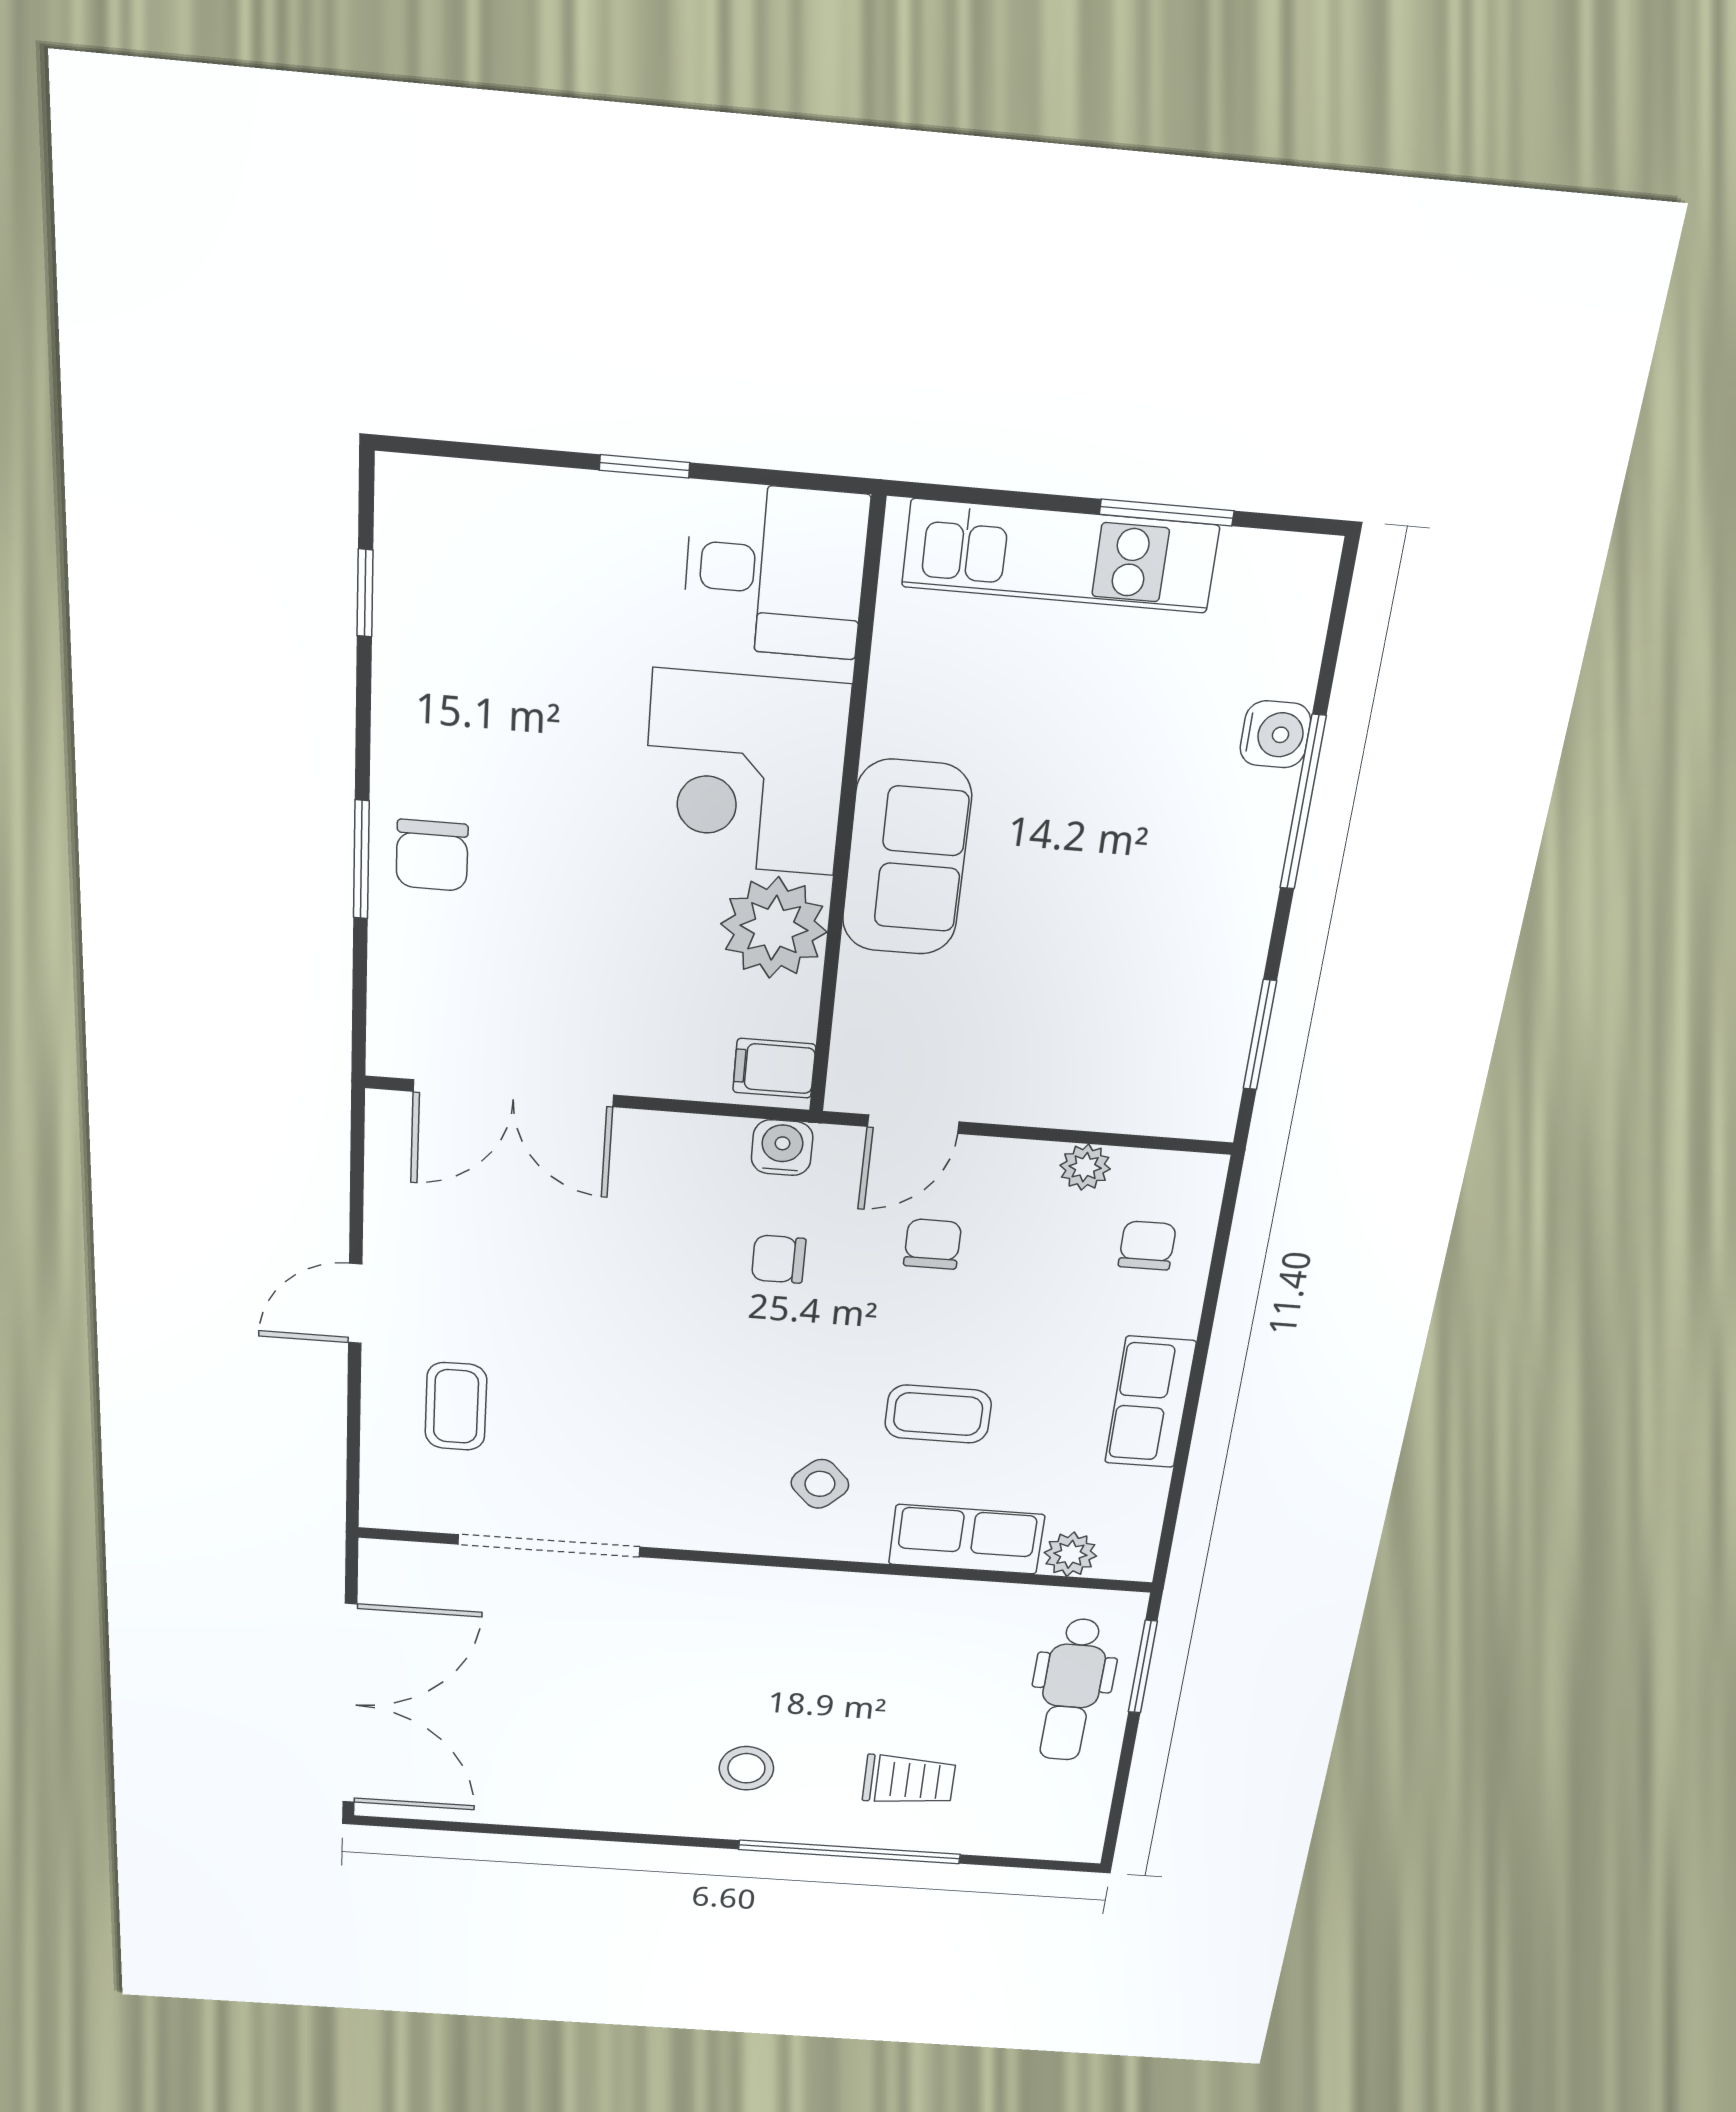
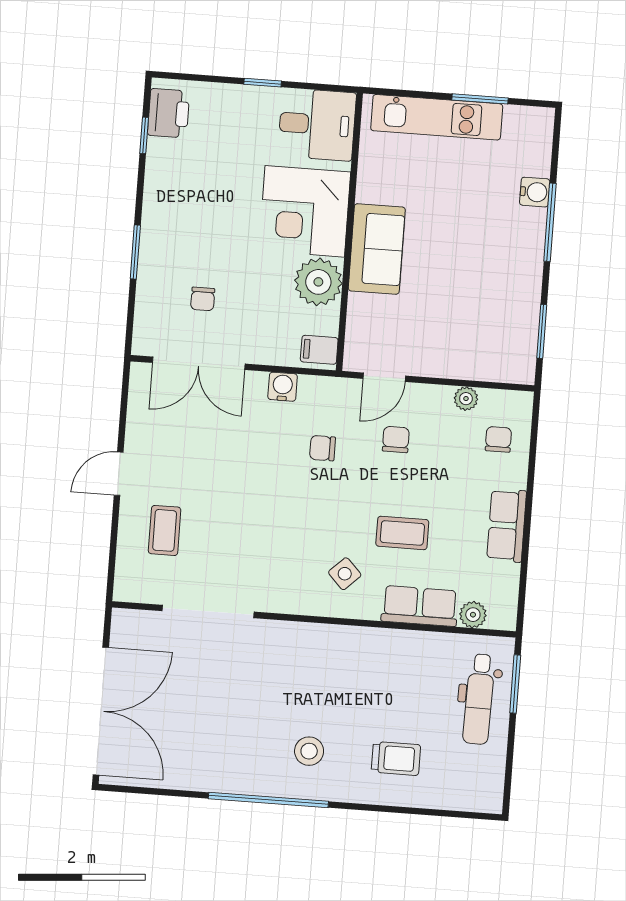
printer: (420, 540) -> (169, 113), added
chair: (432, 855) -> (203, 299), moved, width x0.73, depth x0.73
water cooler: (782, 1148) -> (283, 387), moved
window: (849, 1852) -> (268, 800), moved

